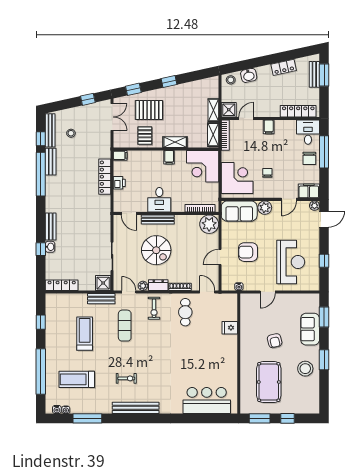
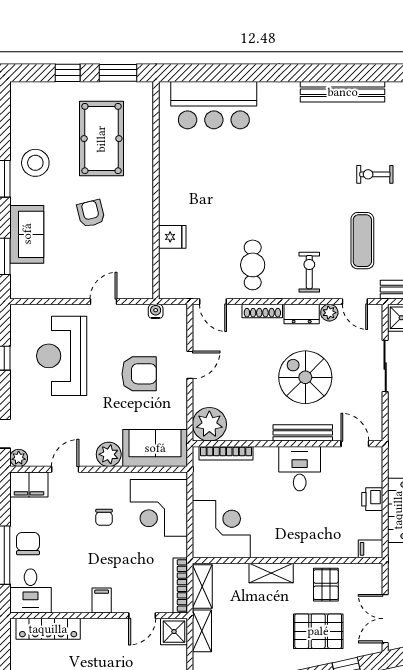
filing cabinet: (169, 157) -> (282, 546), removed
exercise bike: (126, 378) -> (375, 174), moved

